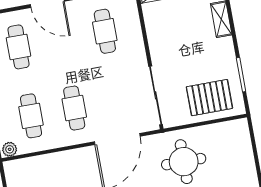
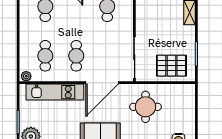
kitchen unit: (54, 164) -> (55, 92), added

